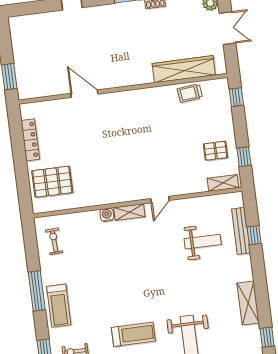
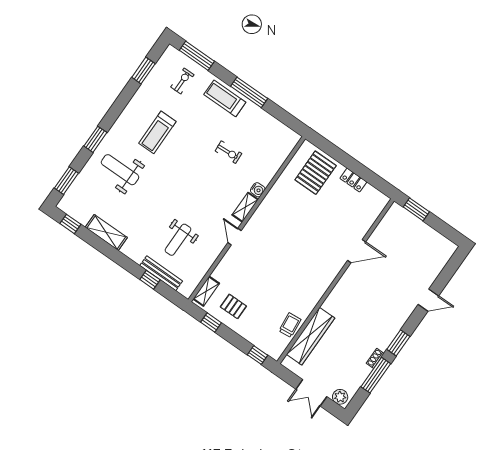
locker: (30, 140) -> (353, 180), width x0.66
pallet: (215, 151) -> (233, 306), turned 90
exercise bike: (54, 241) -> (228, 152), moved

